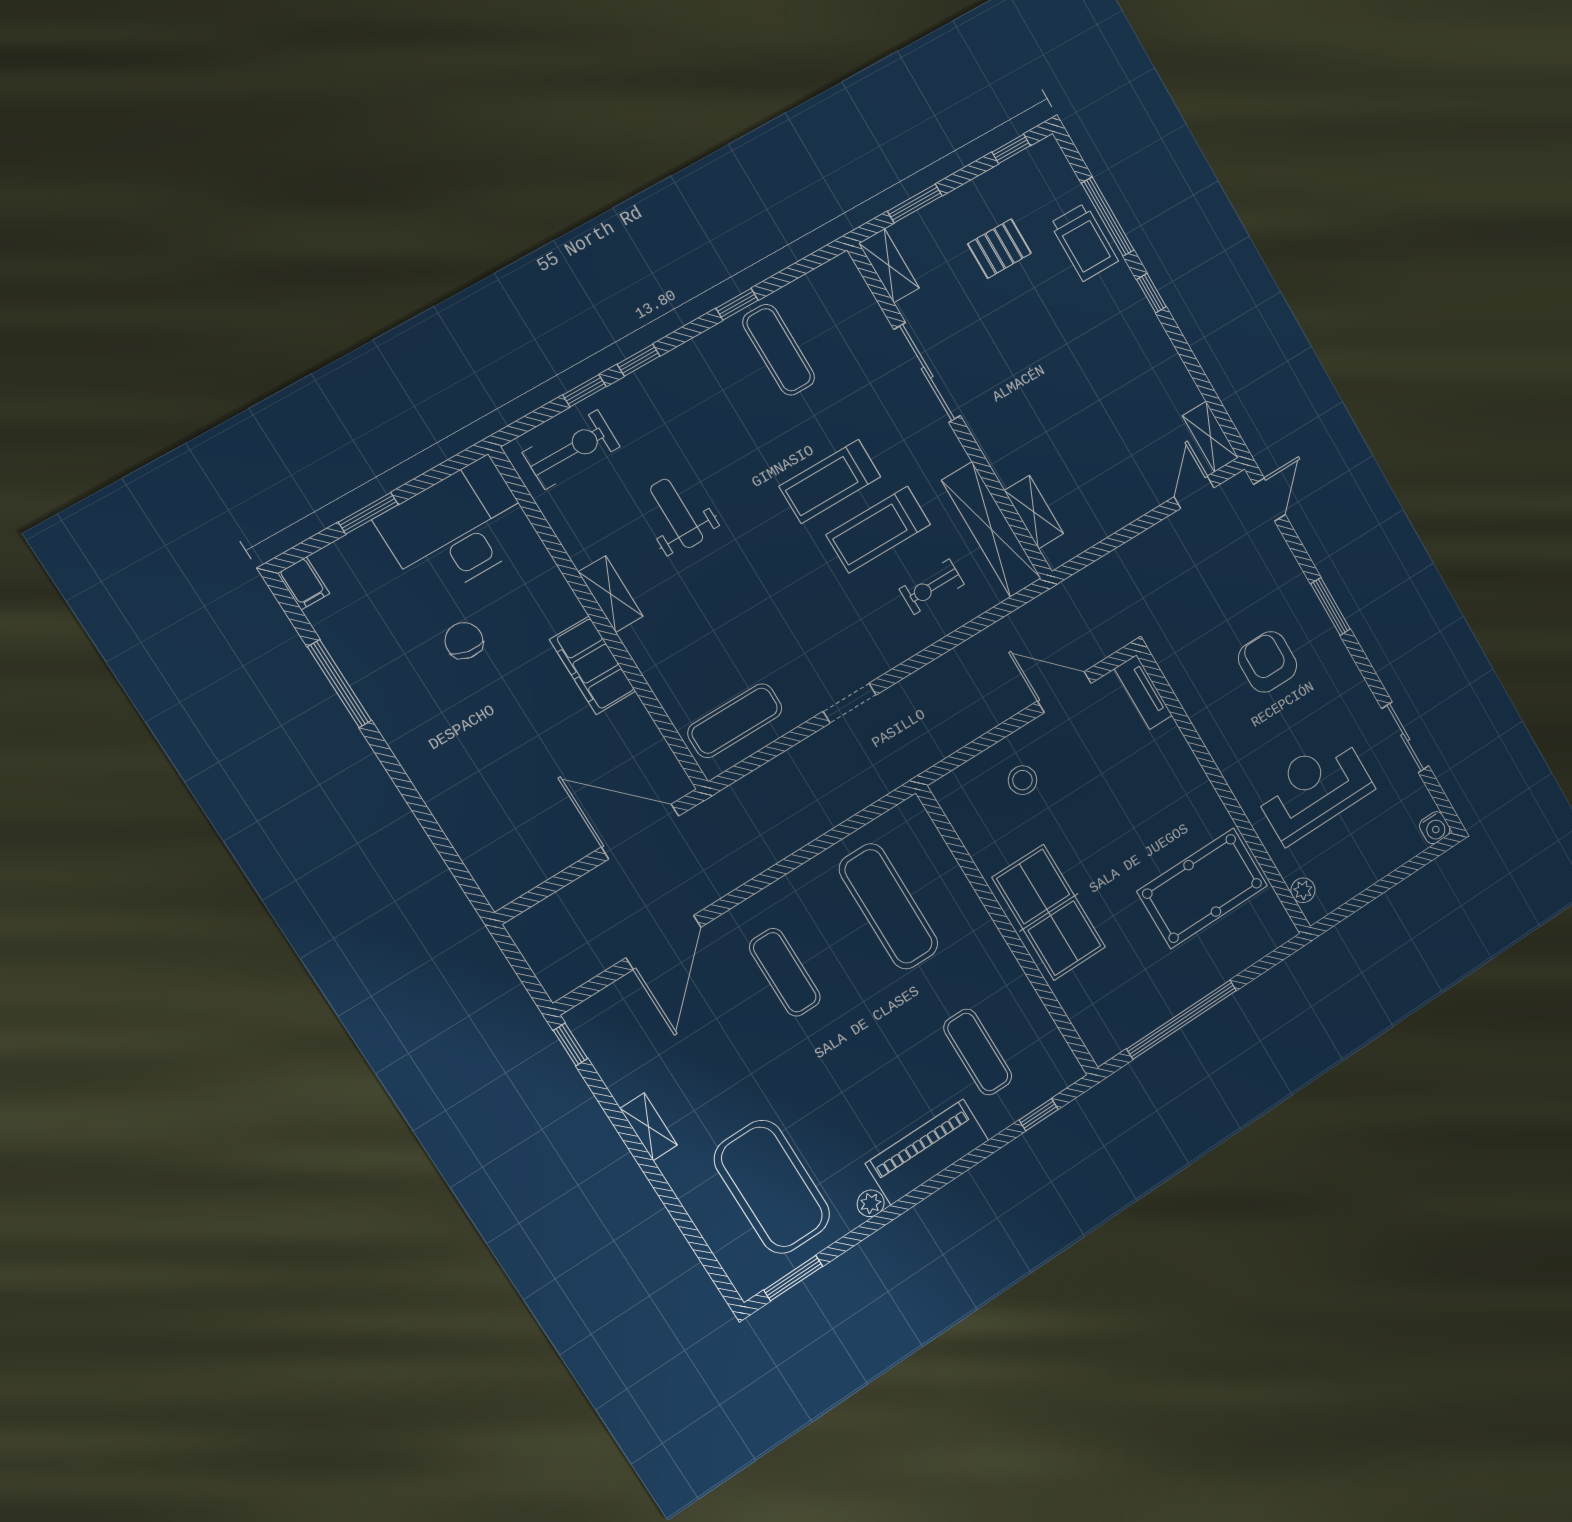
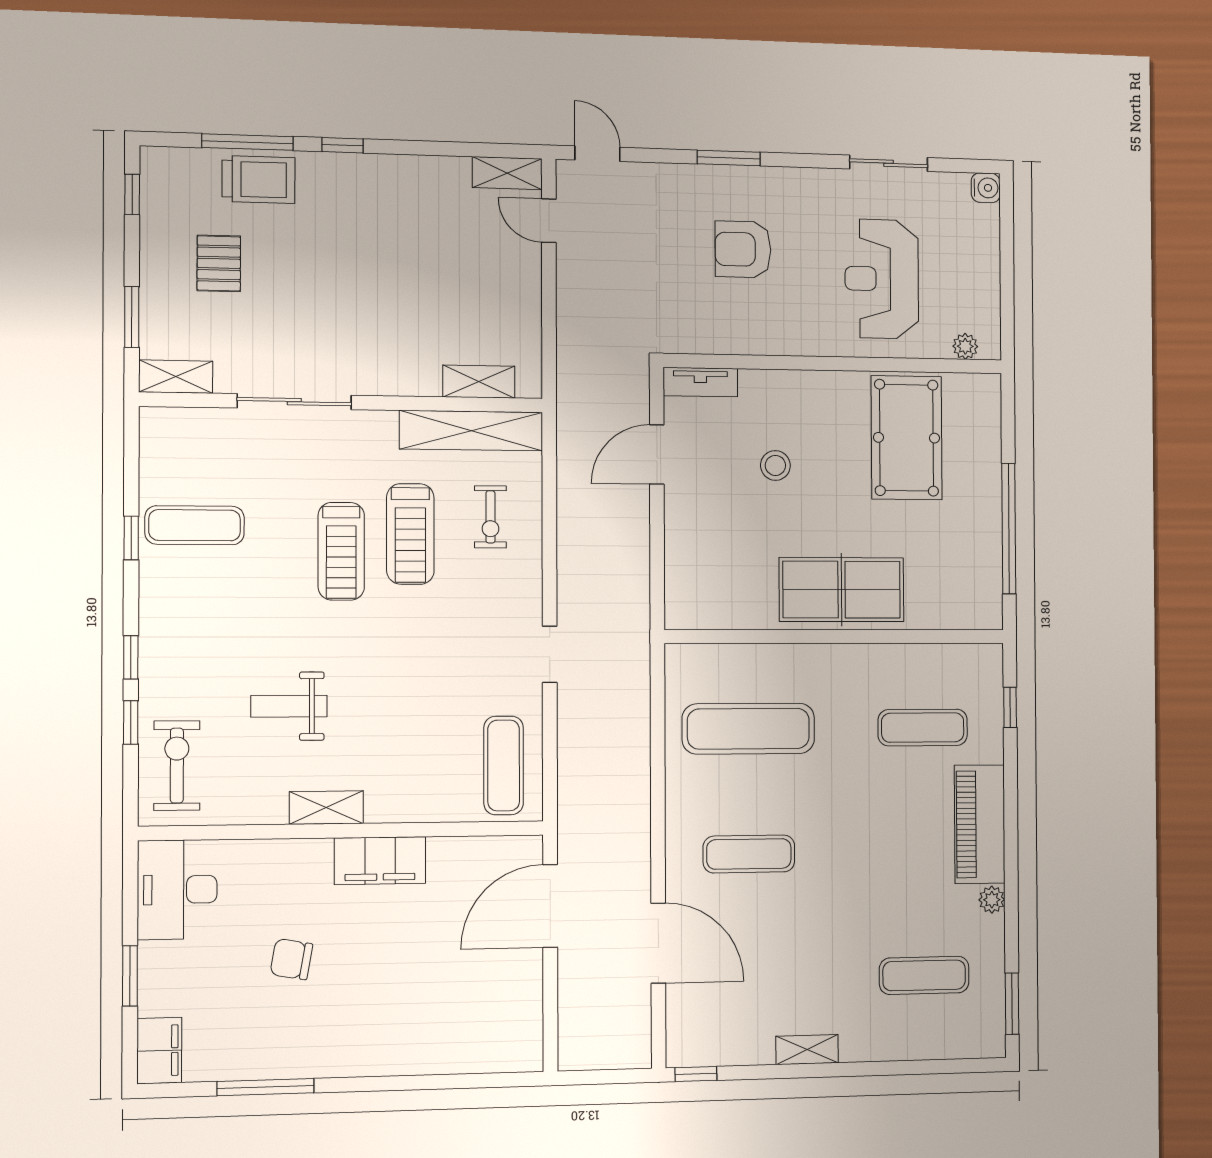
desk: (457, 529) -> (177, 890), width x0.73, depth x0.77
filing cabinet: (304, 583) -> (159, 1051), width x2.00
stool: (1022, 780) -> (775, 465), moved
exercise mat: (772, 1187) -> (924, 975), width x0.50, depth x0.69

